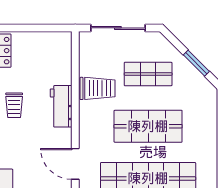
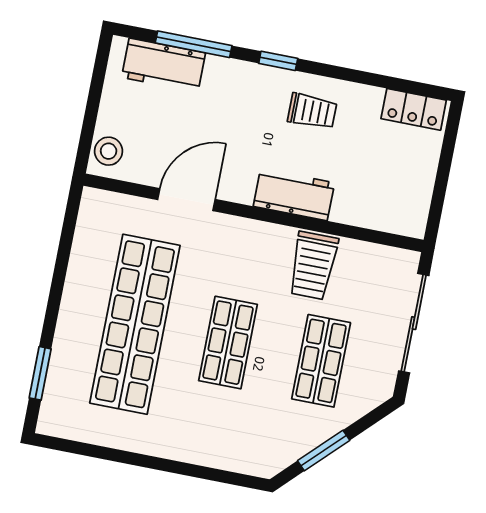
trolley: (14, 105) -> (312, 111), turned 180
shop shelf: (148, 126) -> (228, 343), width x0.70, depth x0.74

